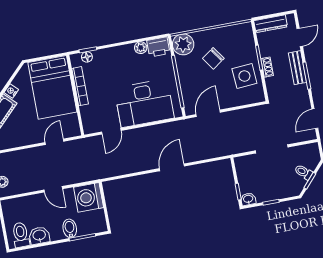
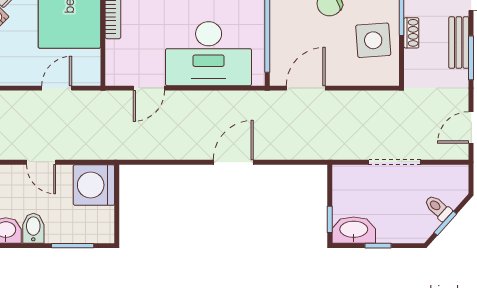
washbasin: (248, 199) -> (354, 230), width x1.91, depth x1.45
bidet: (70, 228) -> (33, 228), moved

